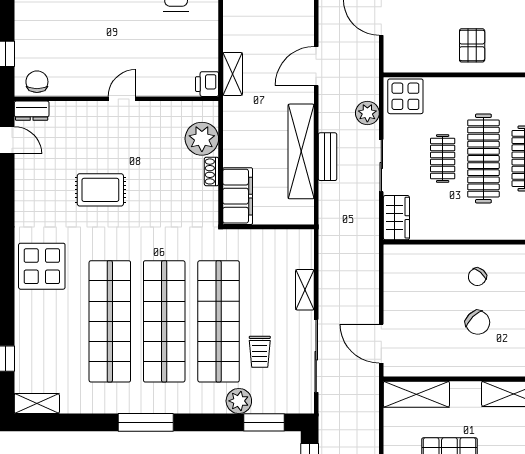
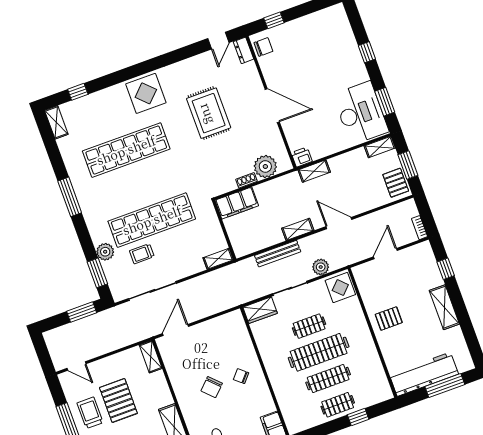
door: (122, 99) -> (272, 106), width x1.88
shelving: (301, 151) -> (298, 229), width x0.45, depth x0.75
bench: (328, 157) -> (278, 254), width x1.36
rug: (100, 190) -> (209, 113), width x1.36, depth x1.43
shelving: (305, 290) -> (218, 259), moved
shop shelf: (164, 321) -> (139, 185), removed
shelving: (416, 394) -> (151, 357), width x0.67, depth x0.75

